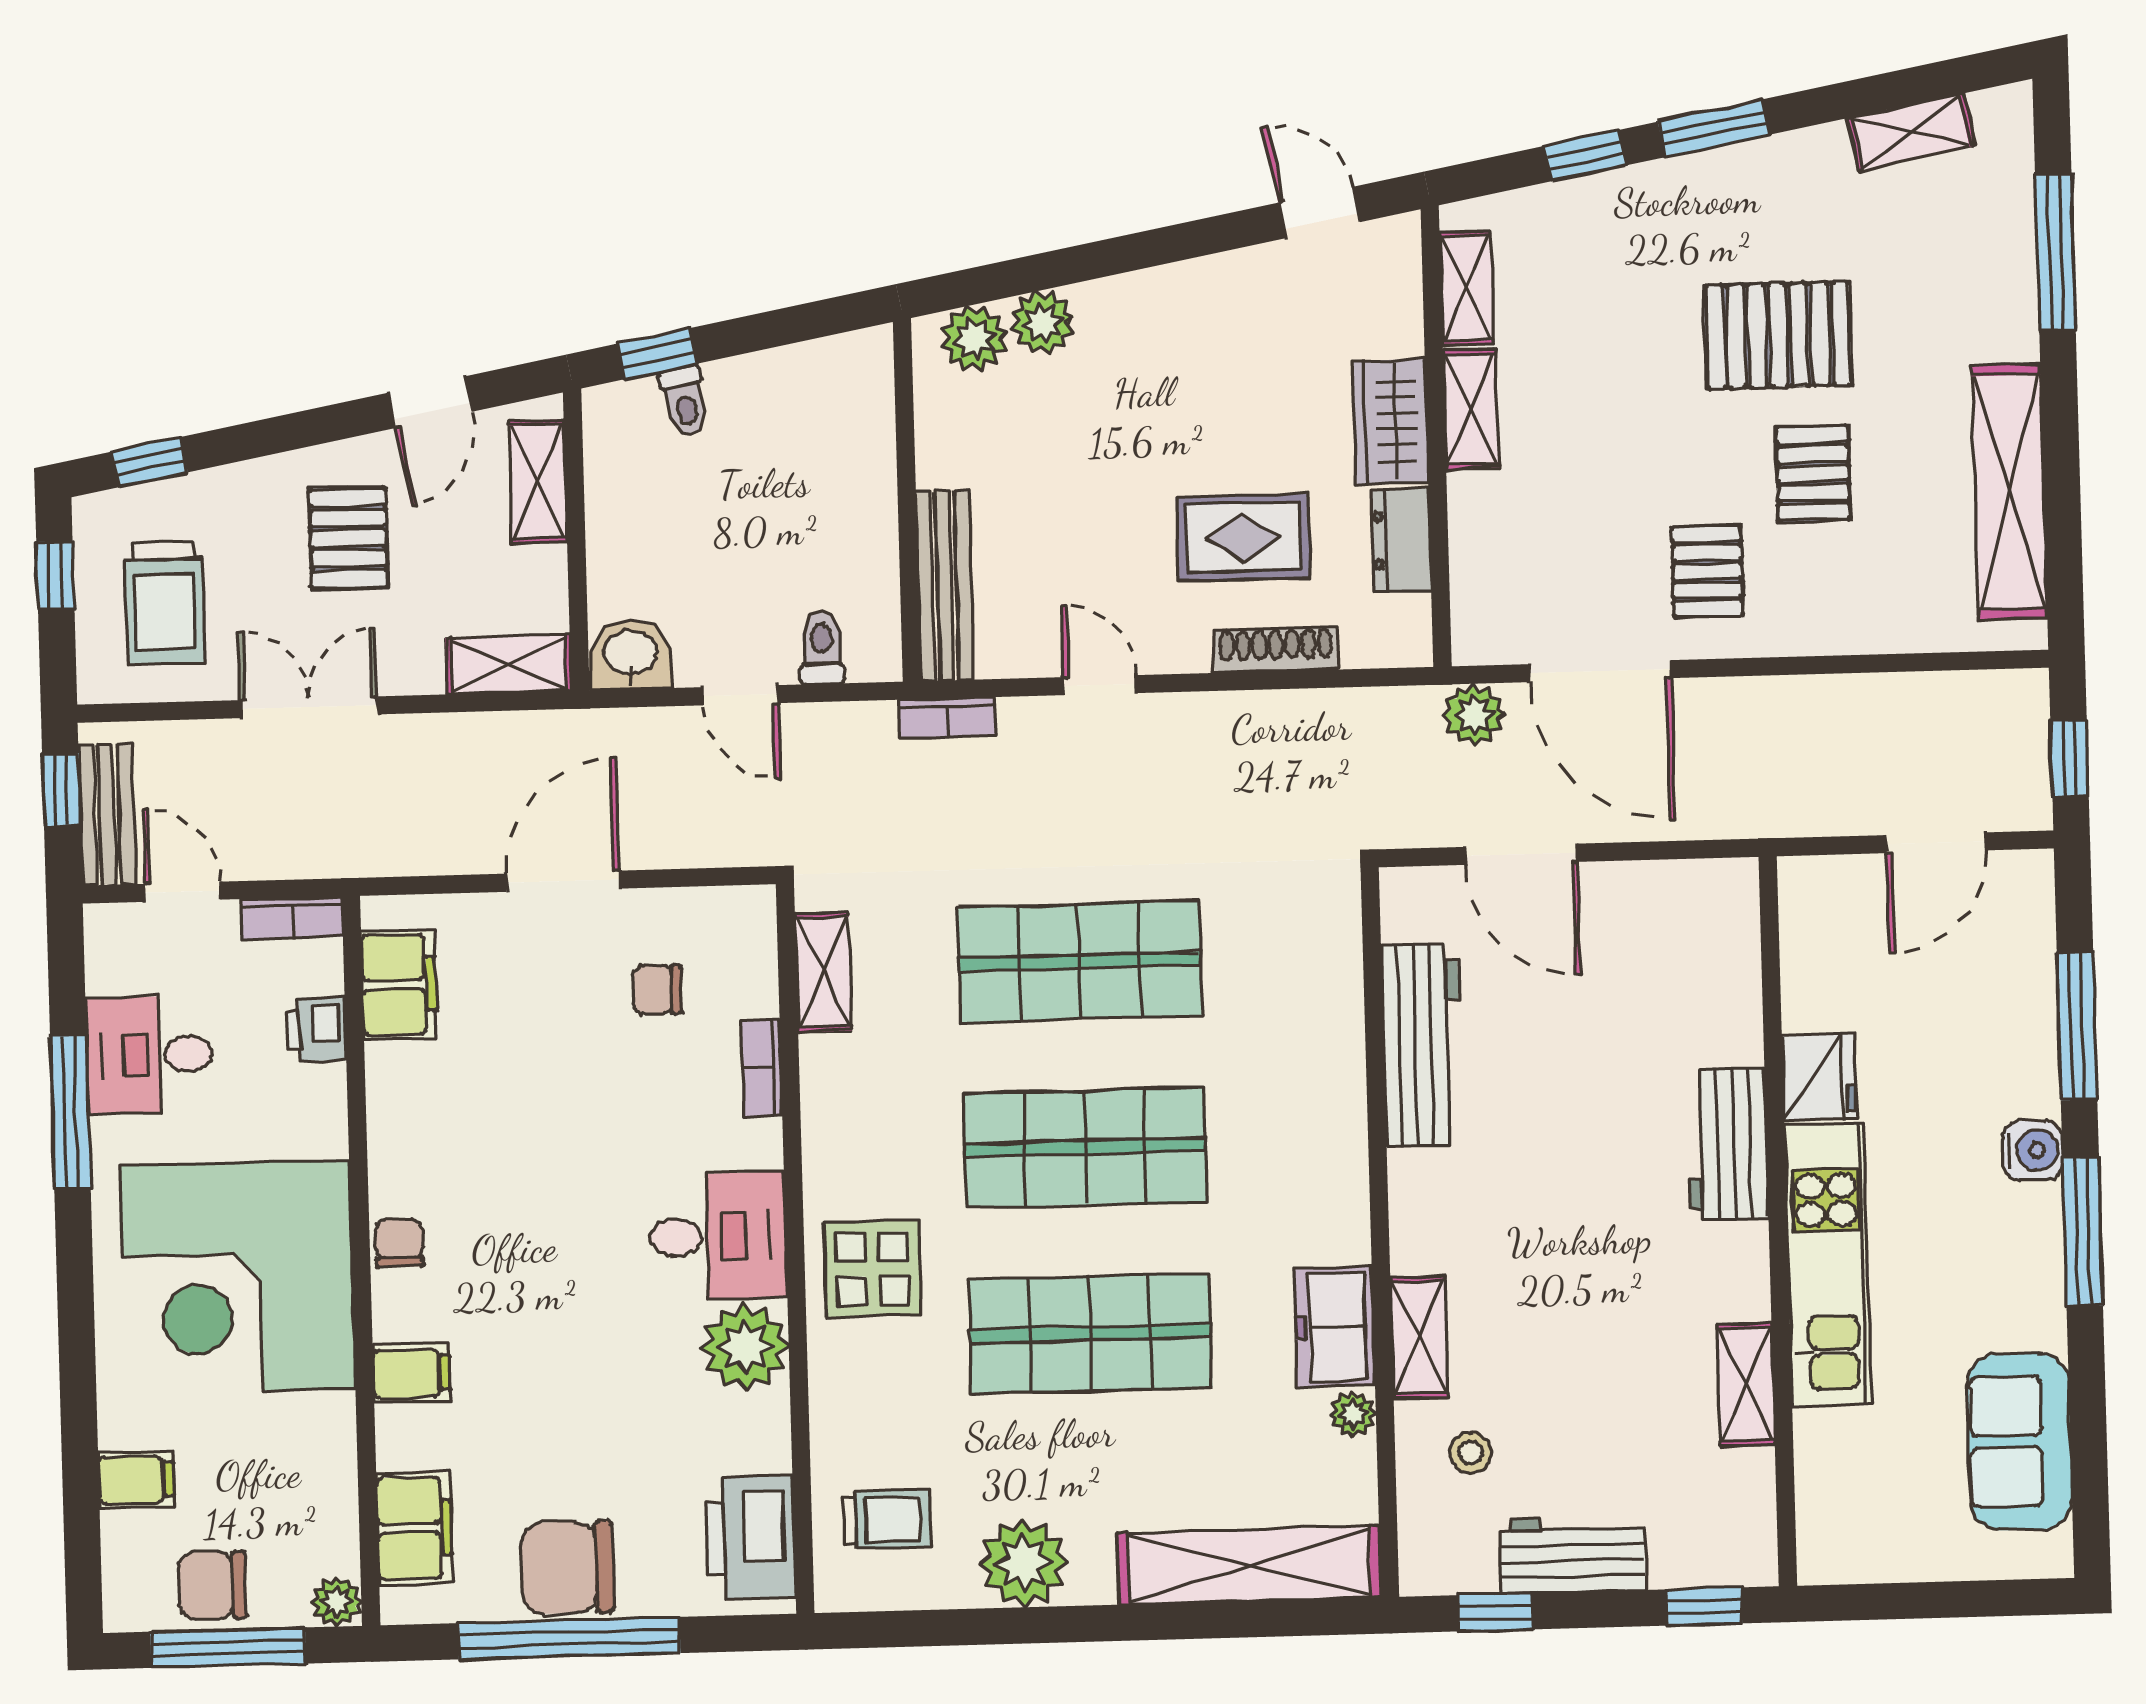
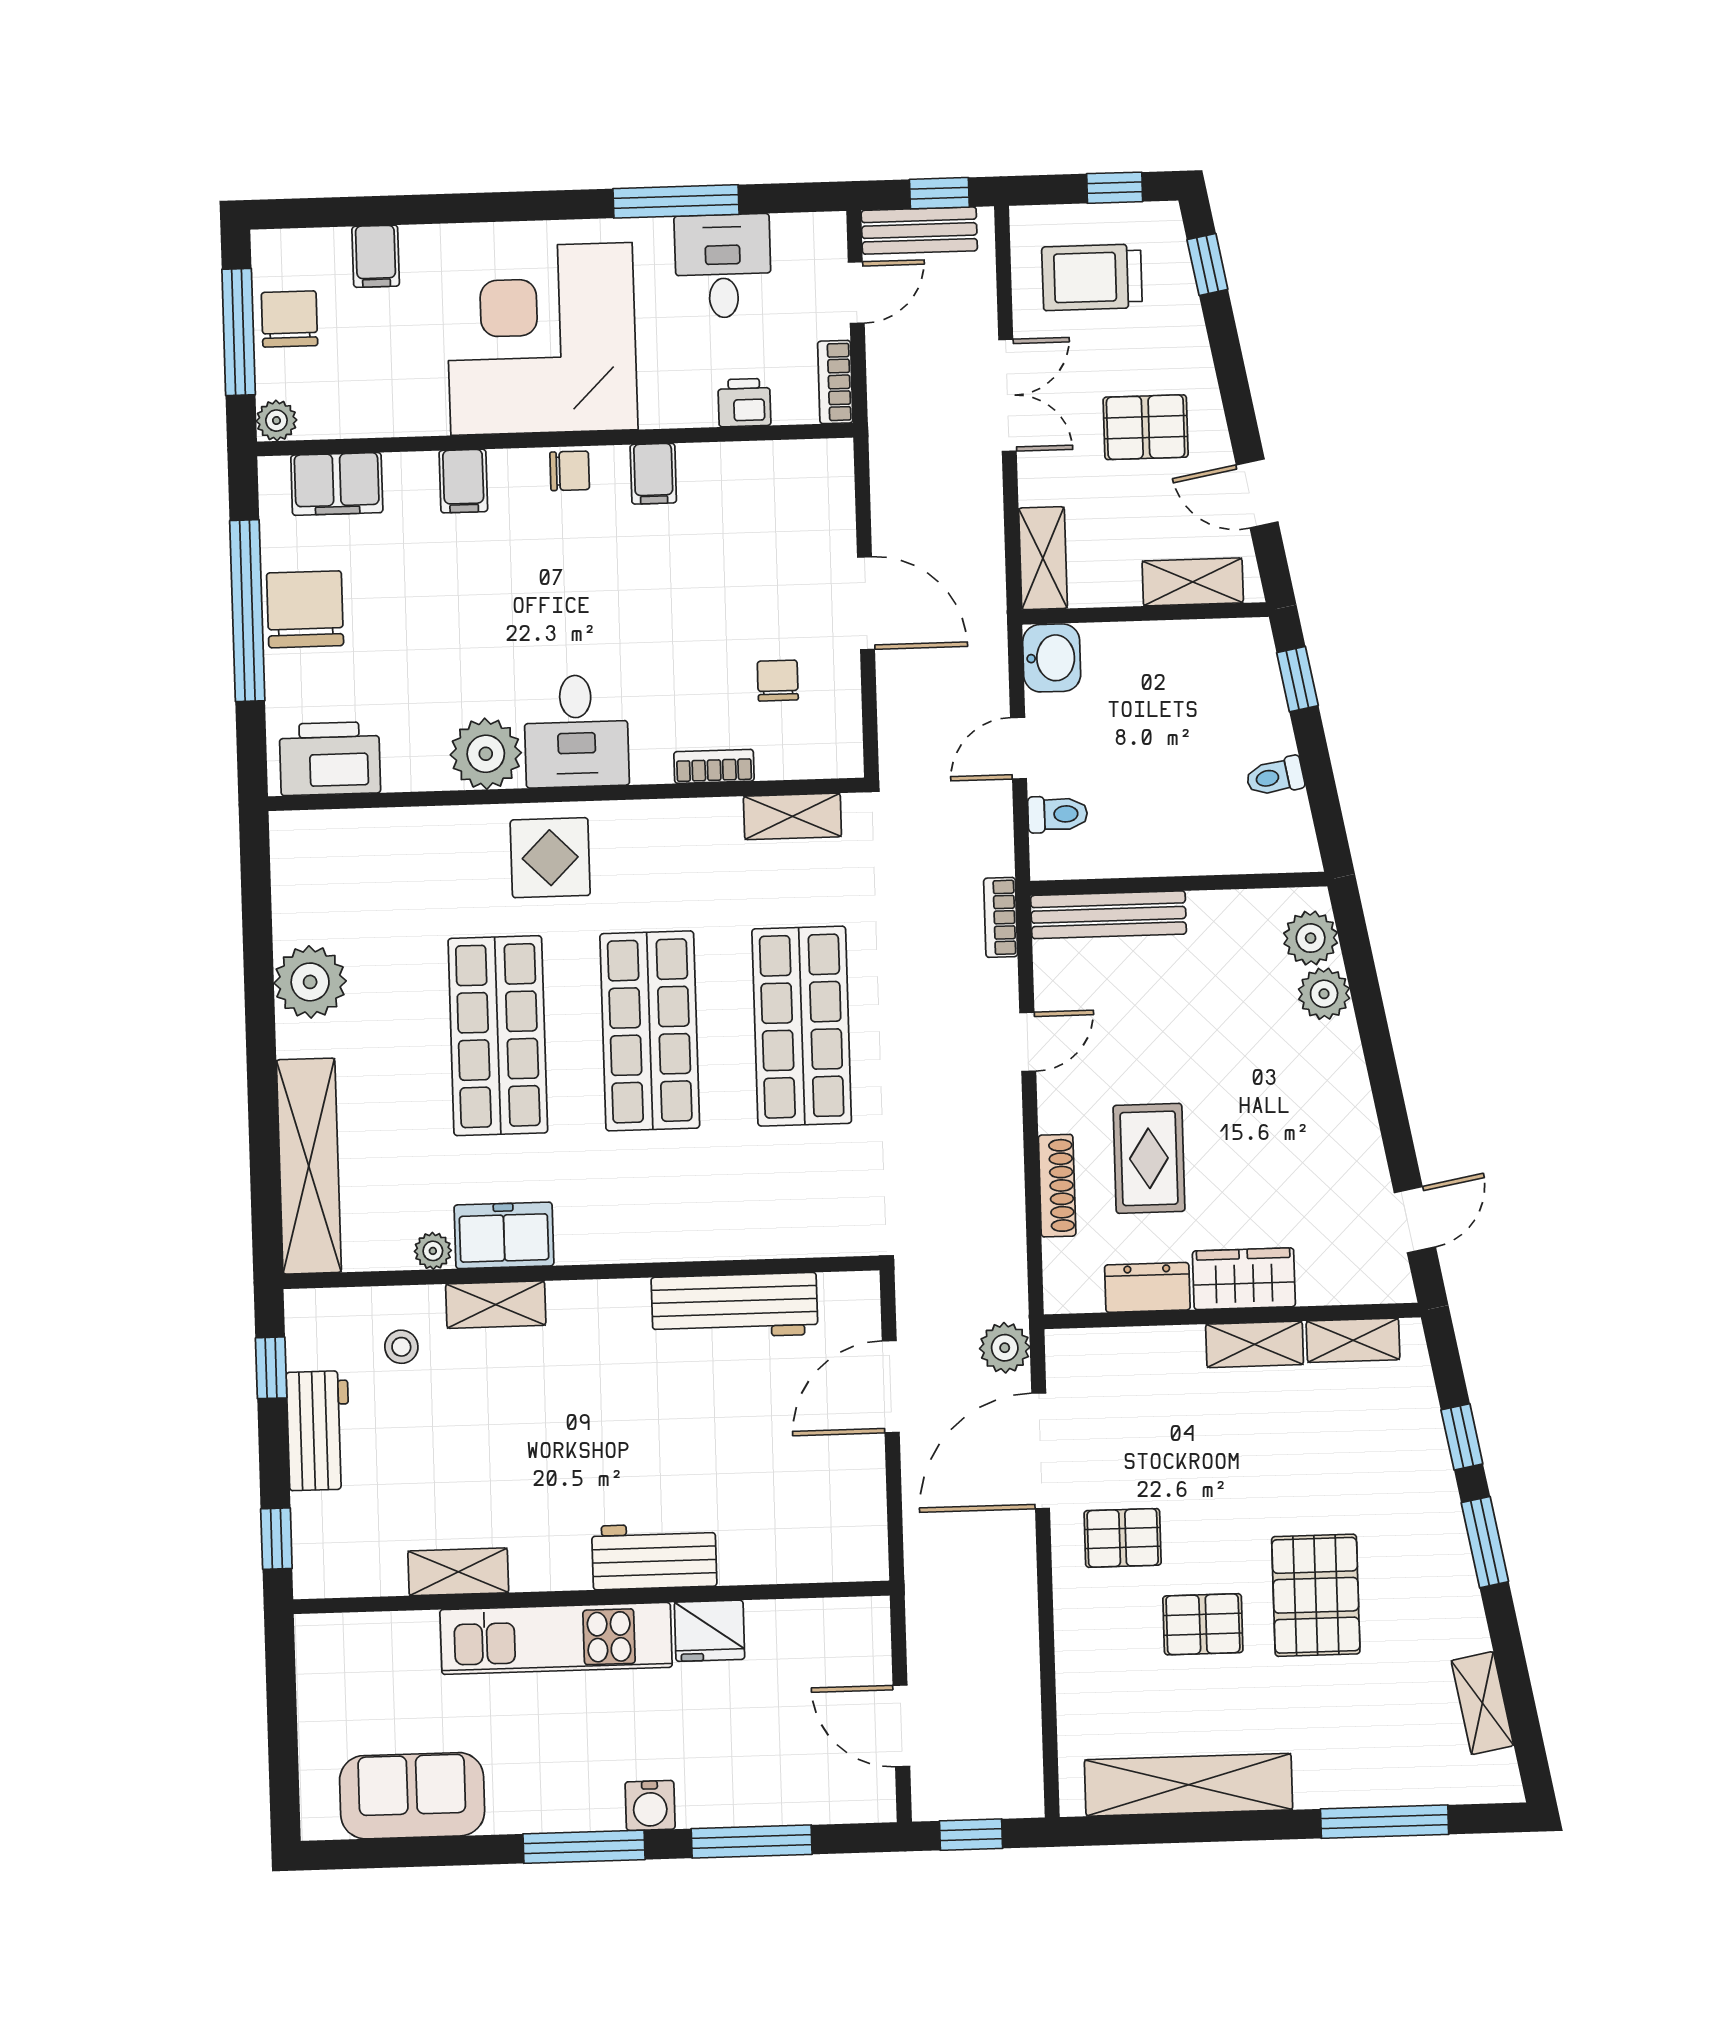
toilet: (685, 401) -> (1275, 777), moved
filing cabinet: (399, 984) -> (653, 474), moved, width x0.50
trolley: (887, 1519) -> (345, 870), removed

